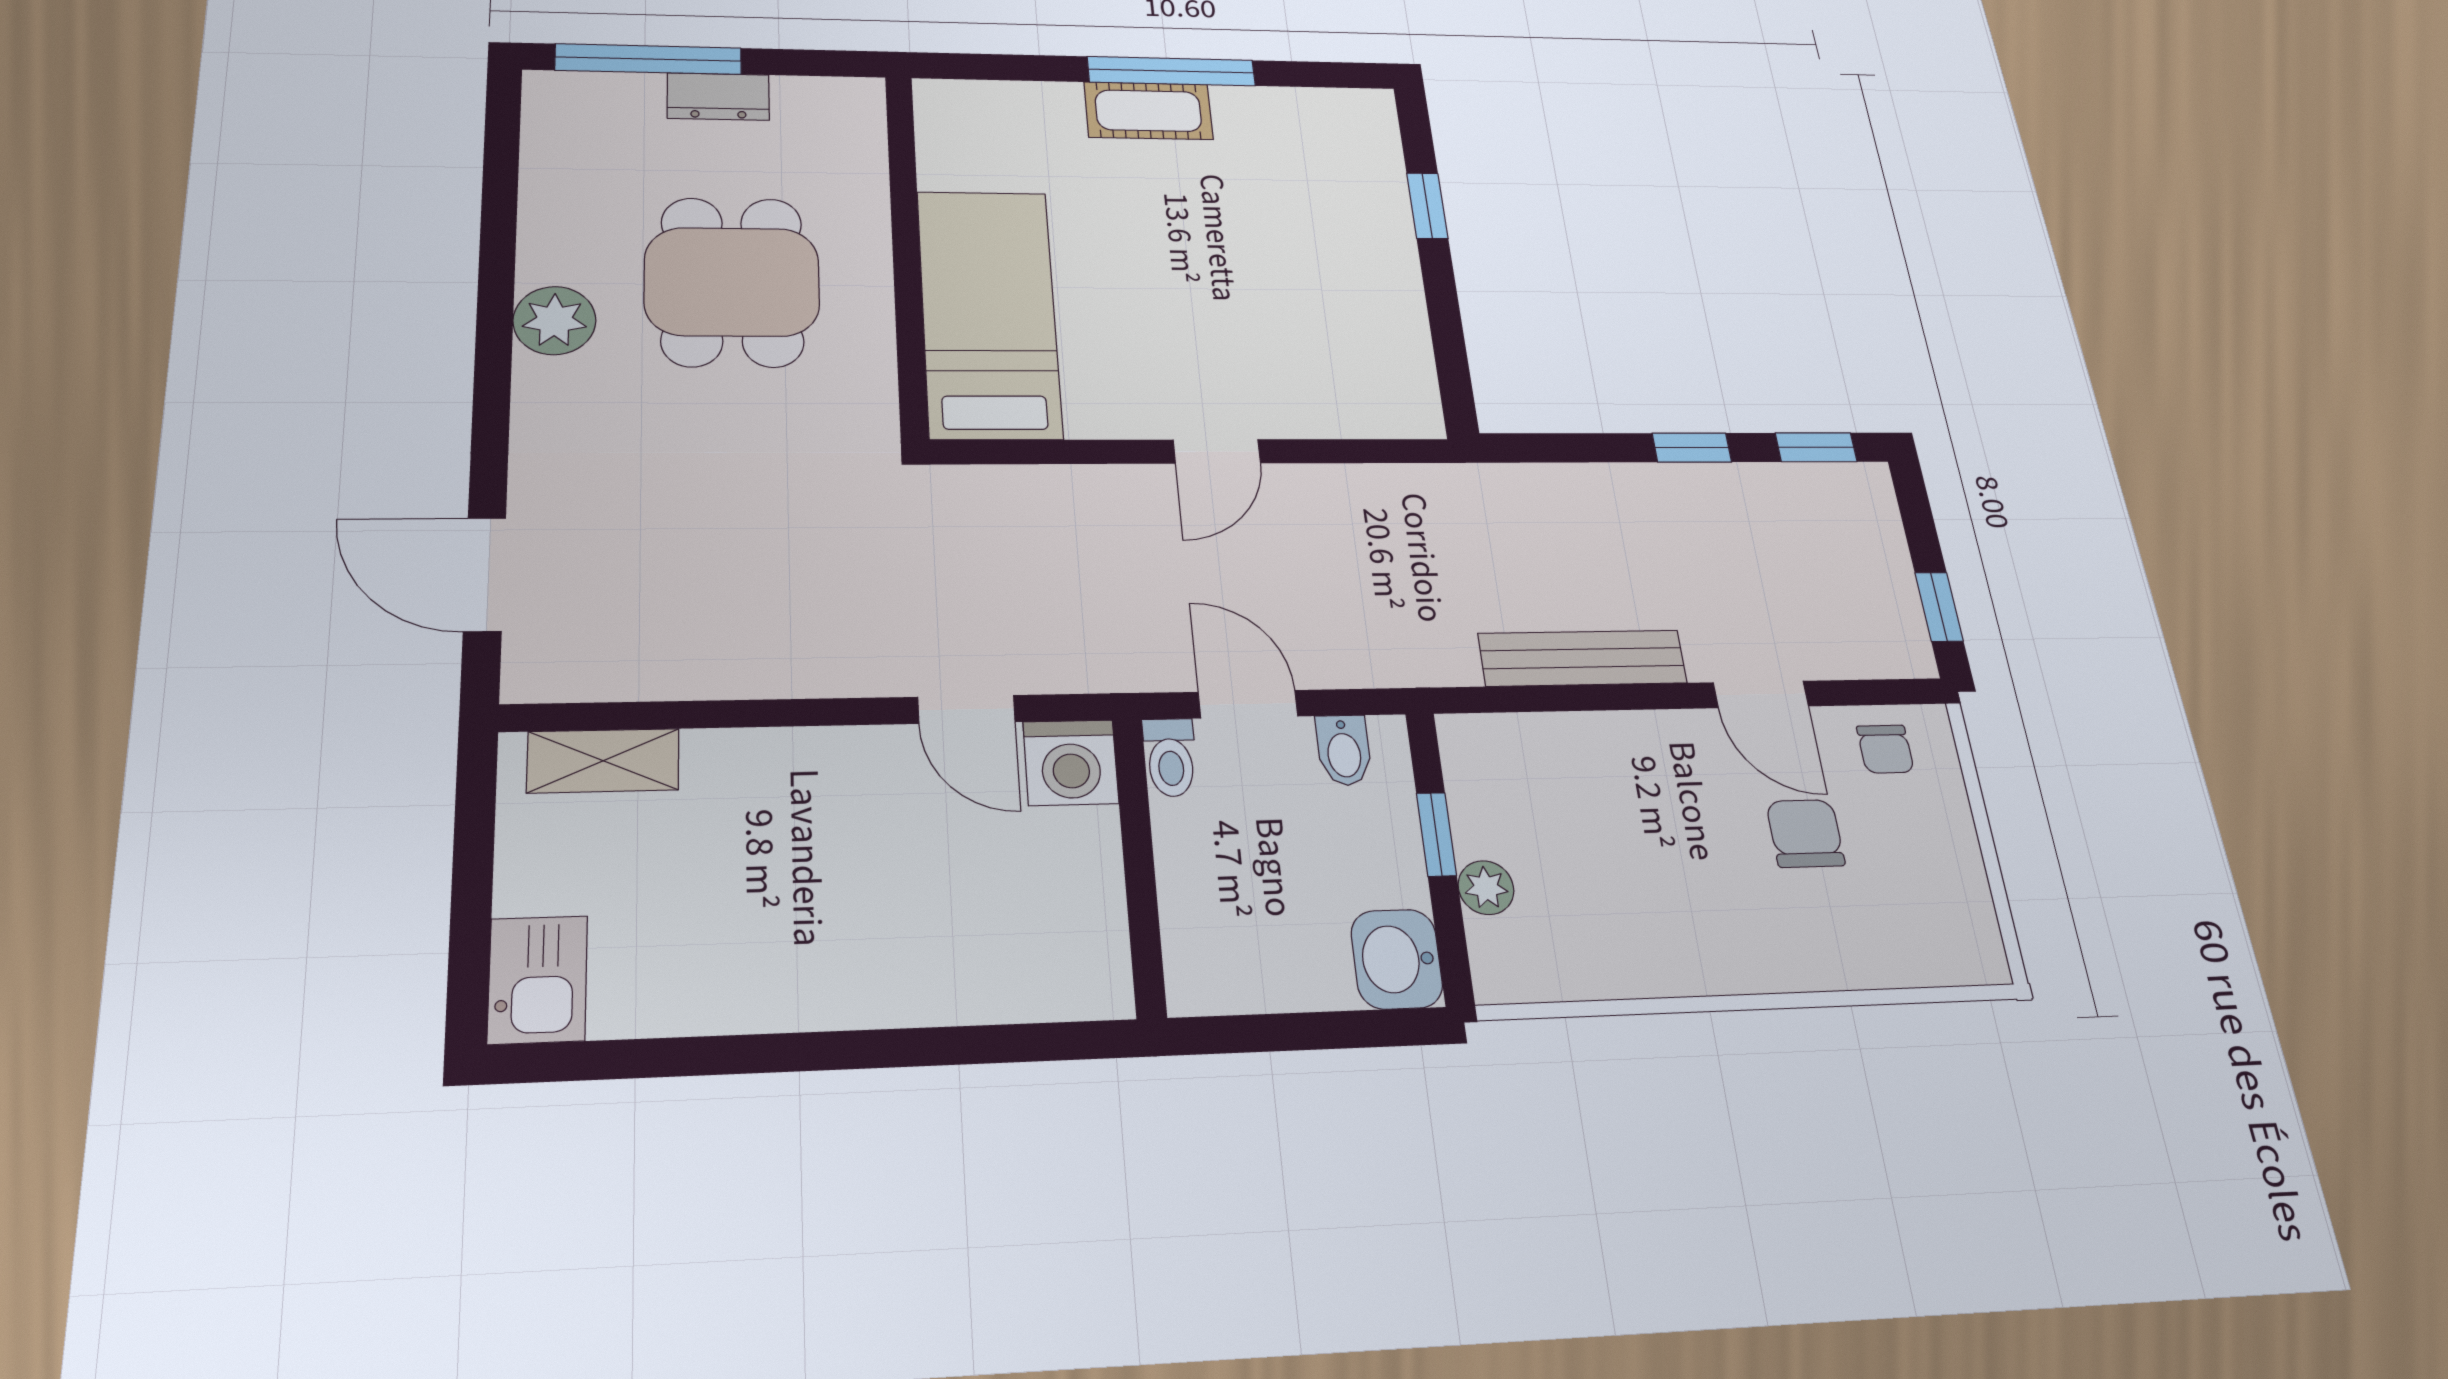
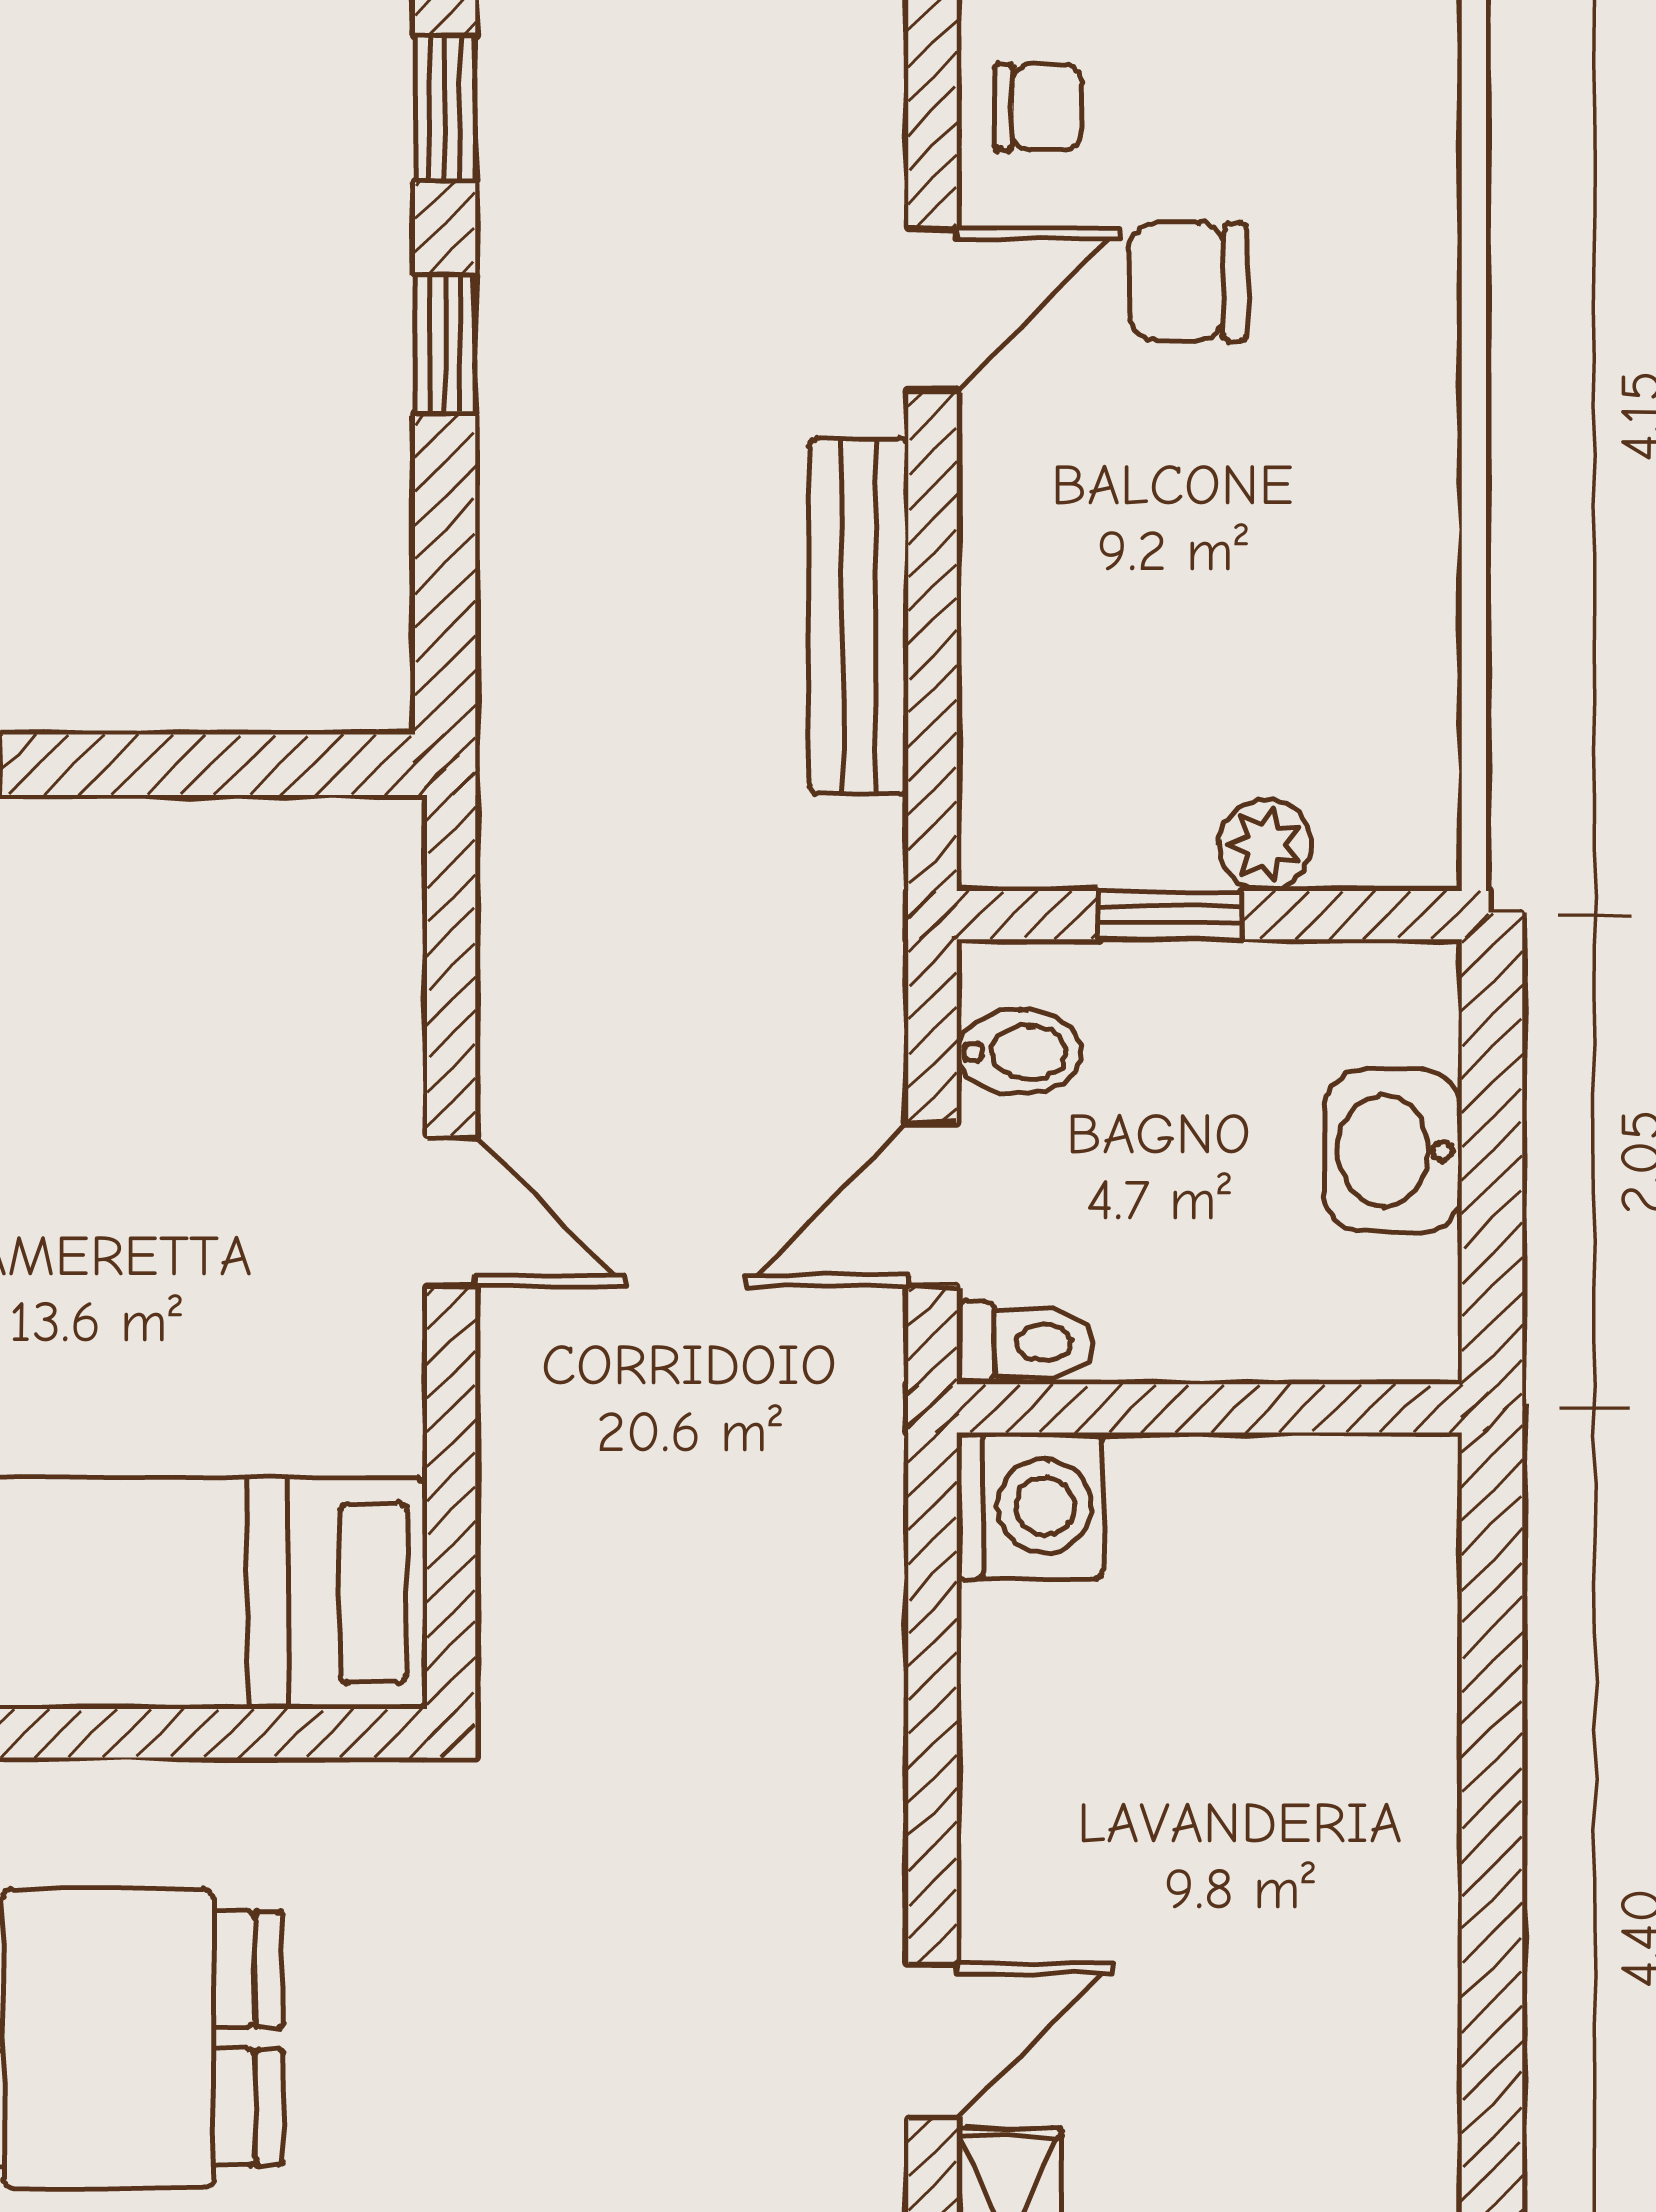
door: (967, 709) -> (932, 2041), moved
washbasin: (1397, 959) -> (1393, 1151), moved, turned 90

